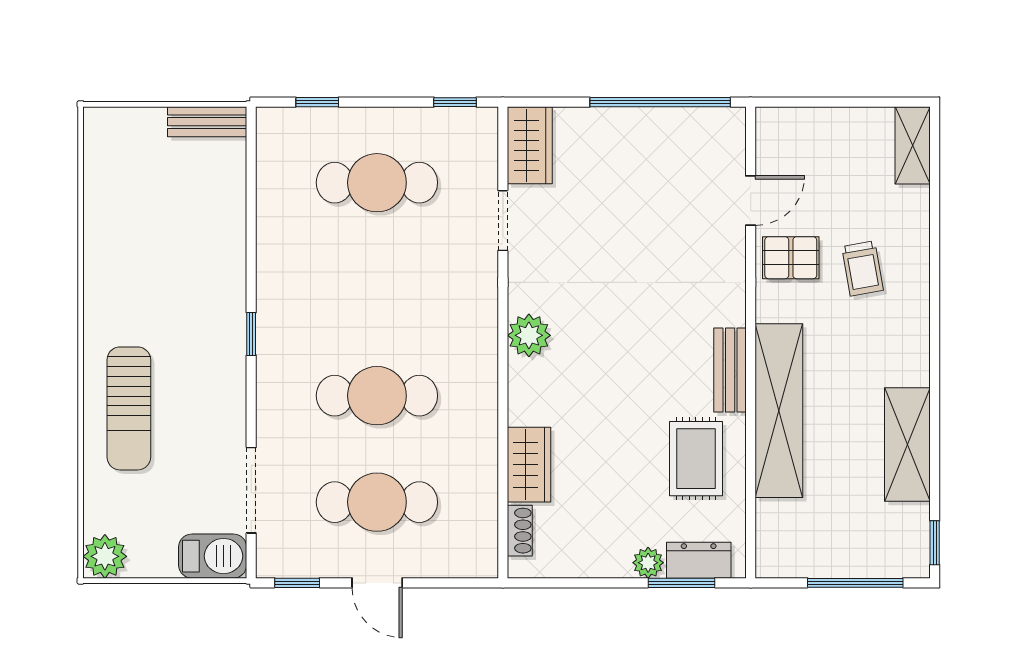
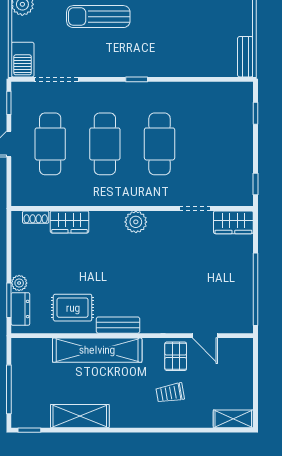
cafe table: (377, 183) -> (160, 144), moved

